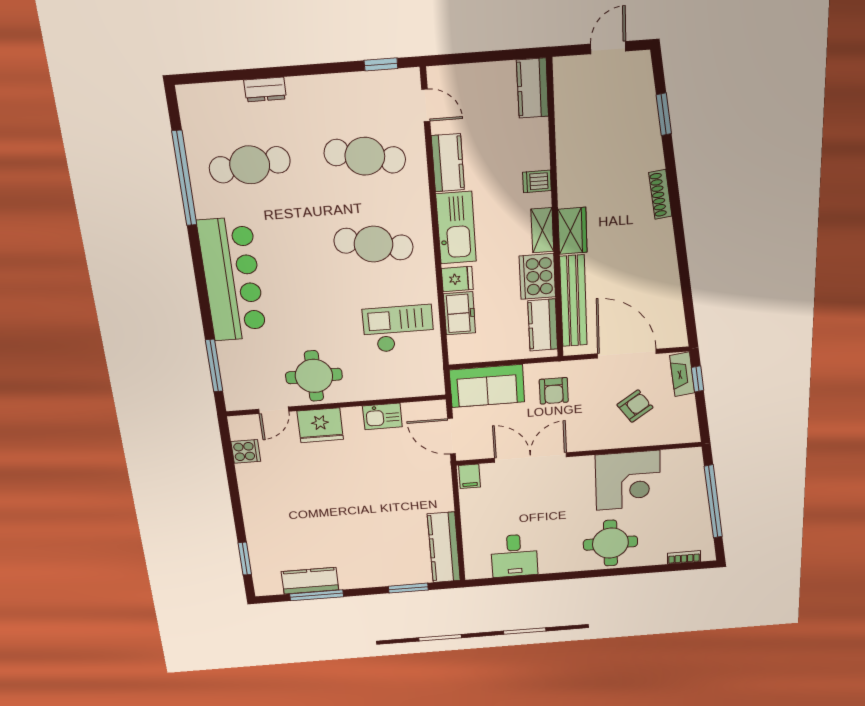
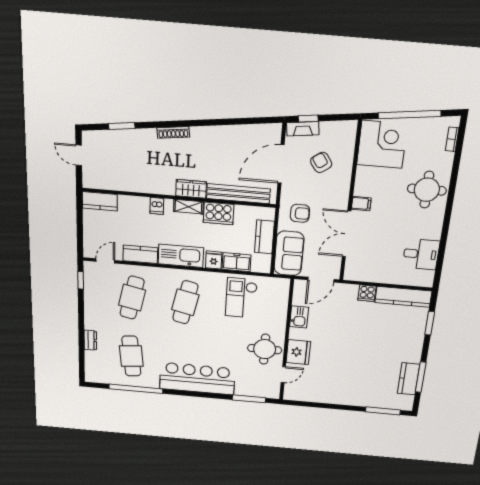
kitchen counter: (543, 325) -> (264, 237), moved, turned 90
door: (274, 410) -> (283, 375), hinge flipped
cooker: (246, 451) -> (367, 293), moved, turned 180
filing cabinet: (470, 476) -> (361, 204), moved
corner desk: (628, 480) -> (382, 144), moved
window: (245, 559) -> (383, 411), width x1.44

